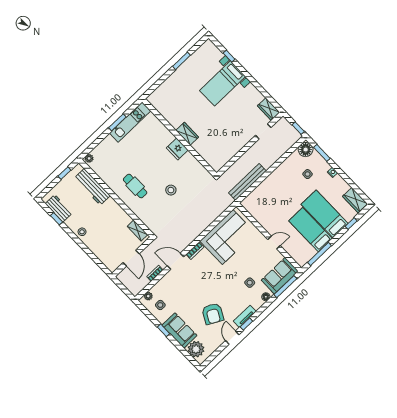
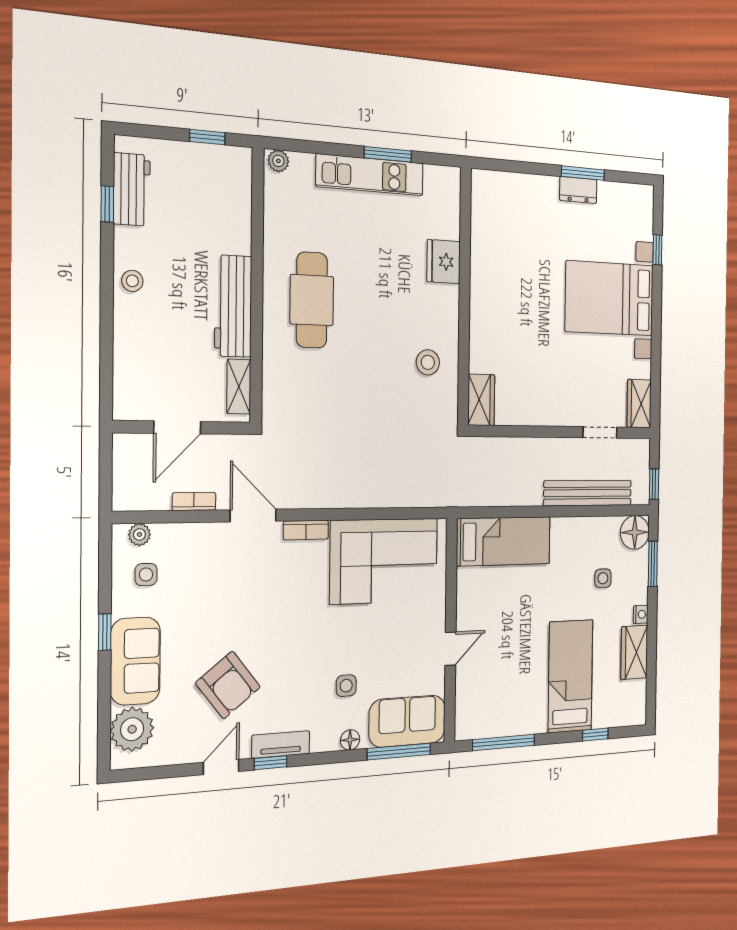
dresser: (185, 67) -> (578, 190), added
bed with nightstands: (222, 83) -> (610, 298), width x1.36
kitchen unit: (130, 122) -> (370, 175), moved
wardrobe: (187, 134) -> (481, 400), moved
fridge: (177, 149) -> (444, 262), moved
bench: (247, 182) -> (588, 493), moved
cafe table: (135, 186) -> (312, 300), width x1.37, depth x1.35
workbench: (92, 187) -> (233, 306), moved
stool: (171, 190) -> (428, 362), moved
wardrobe: (355, 200) -> (634, 652), moved
bed: (311, 230) -> (504, 541), moved, turned 90
door: (274, 243) -> (450, 649), hinge flipped
armchair: (213, 314) -> (228, 685), turned -66

